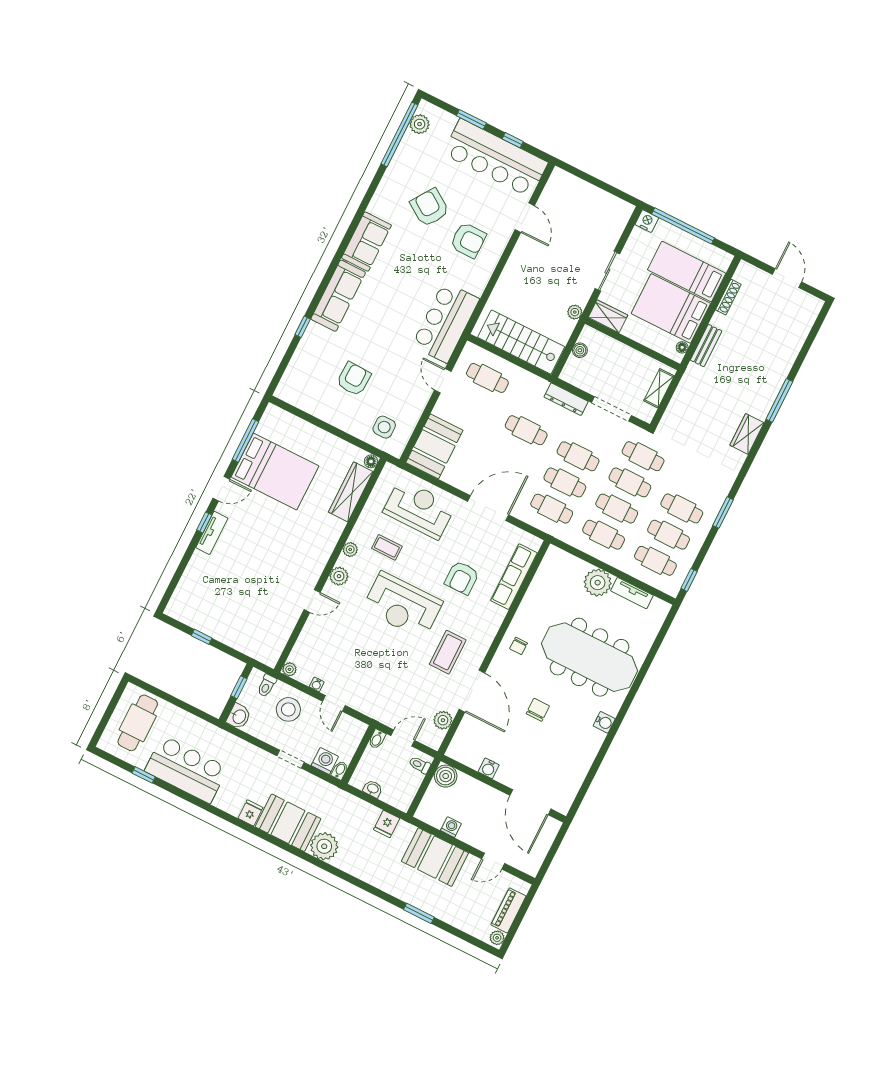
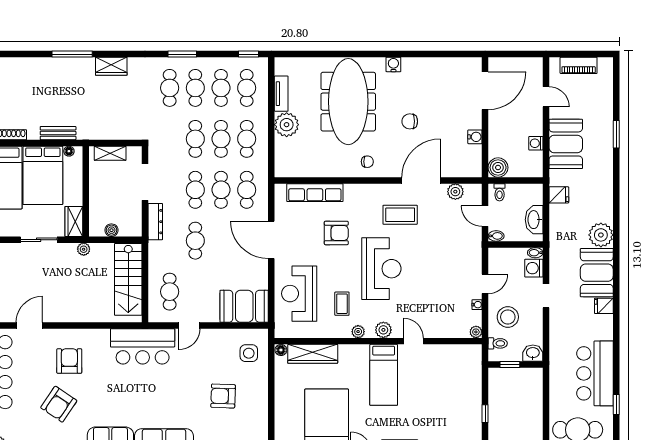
cafe table: (643, 456) -> (170, 88), moved
bed: (293, 553) -> (384, 375), added
washbasin: (373, 789) -> (534, 220), width x1.91, depth x1.45
plant: (497, 938) -> (604, 63), removed

